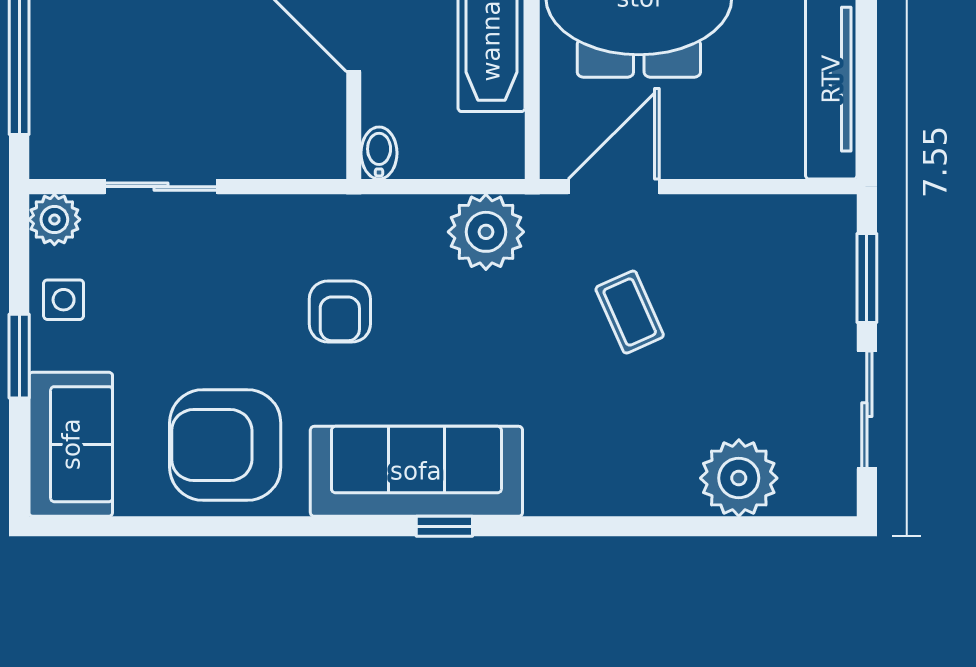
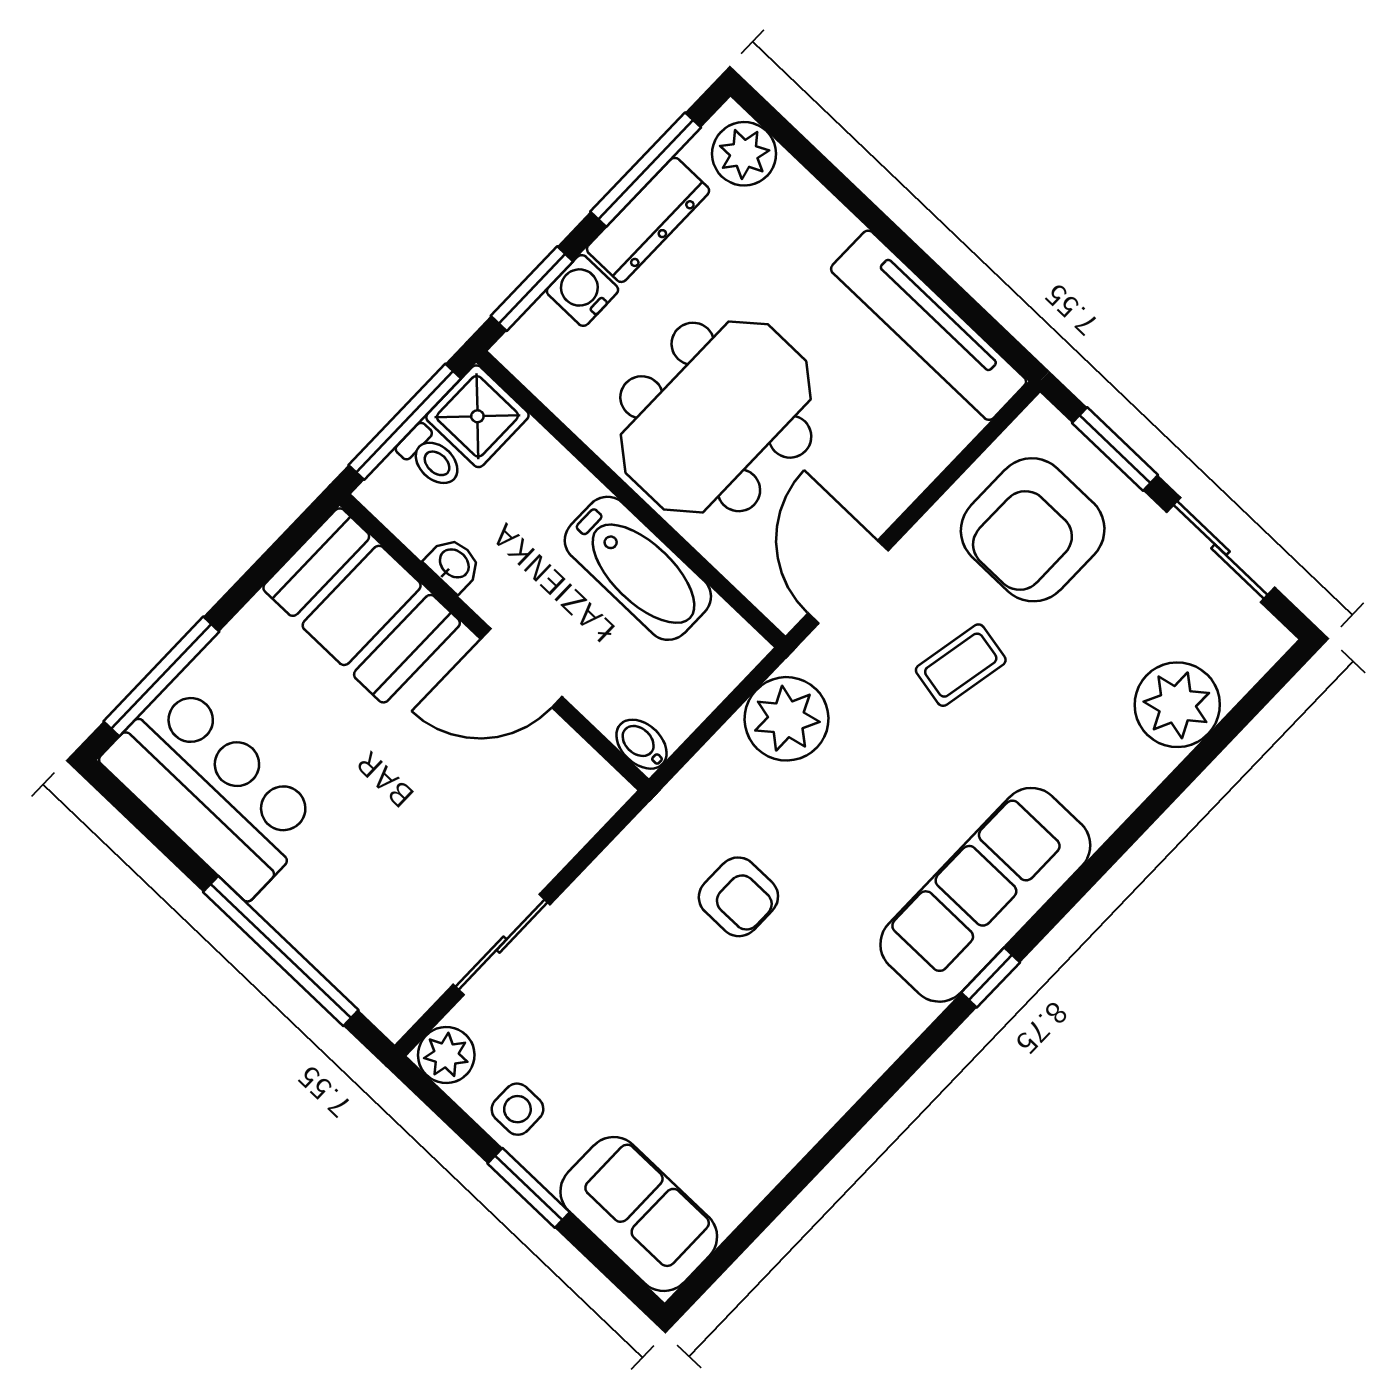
coffee table: (630, 312) -> (961, 665), turned -55
armchair: (225, 445) -> (1033, 530), moved
sofa: (416, 471) -> (985, 895), moved

